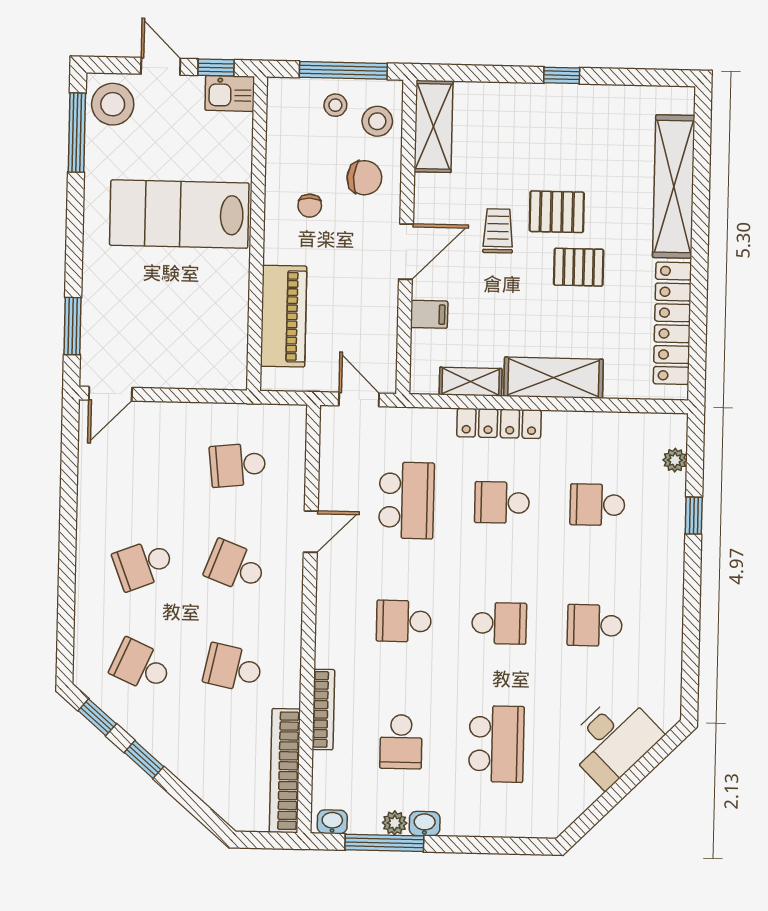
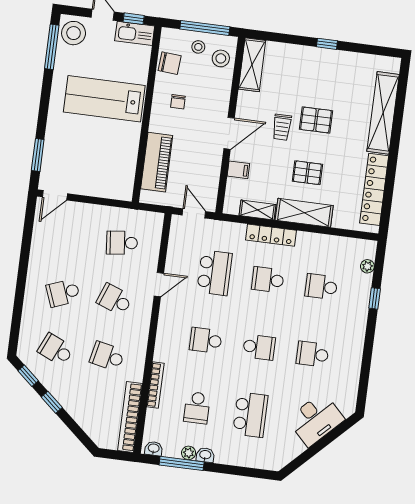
kitchen sink: (230, 93) -> (135, 33), width x1.38
chair: (364, 178) -> (170, 63), moved
trolley: (498, 231) -> (282, 127), turned 180
pallet: (579, 267) -> (307, 173), moved

